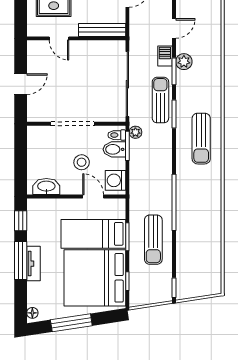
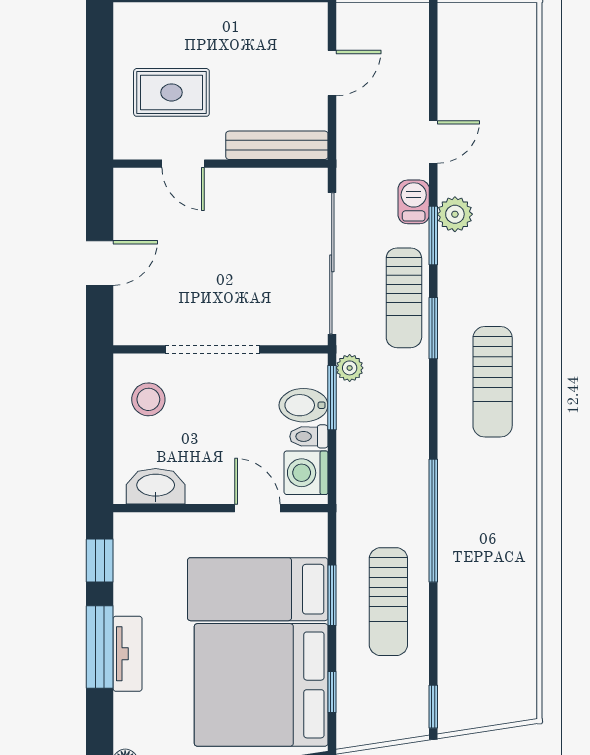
sun lounger: (160, 100) -> (404, 298), turned 180
toilet: (117, 135) -> (309, 436), moved
stool: (82, 162) -> (148, 399), moved

